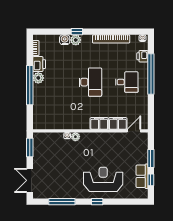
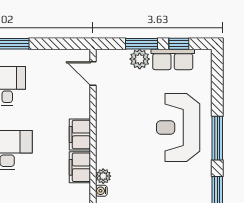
filing cabinet: (118, 123) -> (80, 167), moved
plant: (142, 157) -> (140, 59), added
window: (97, 202) -> (217, 138), width x2.17

